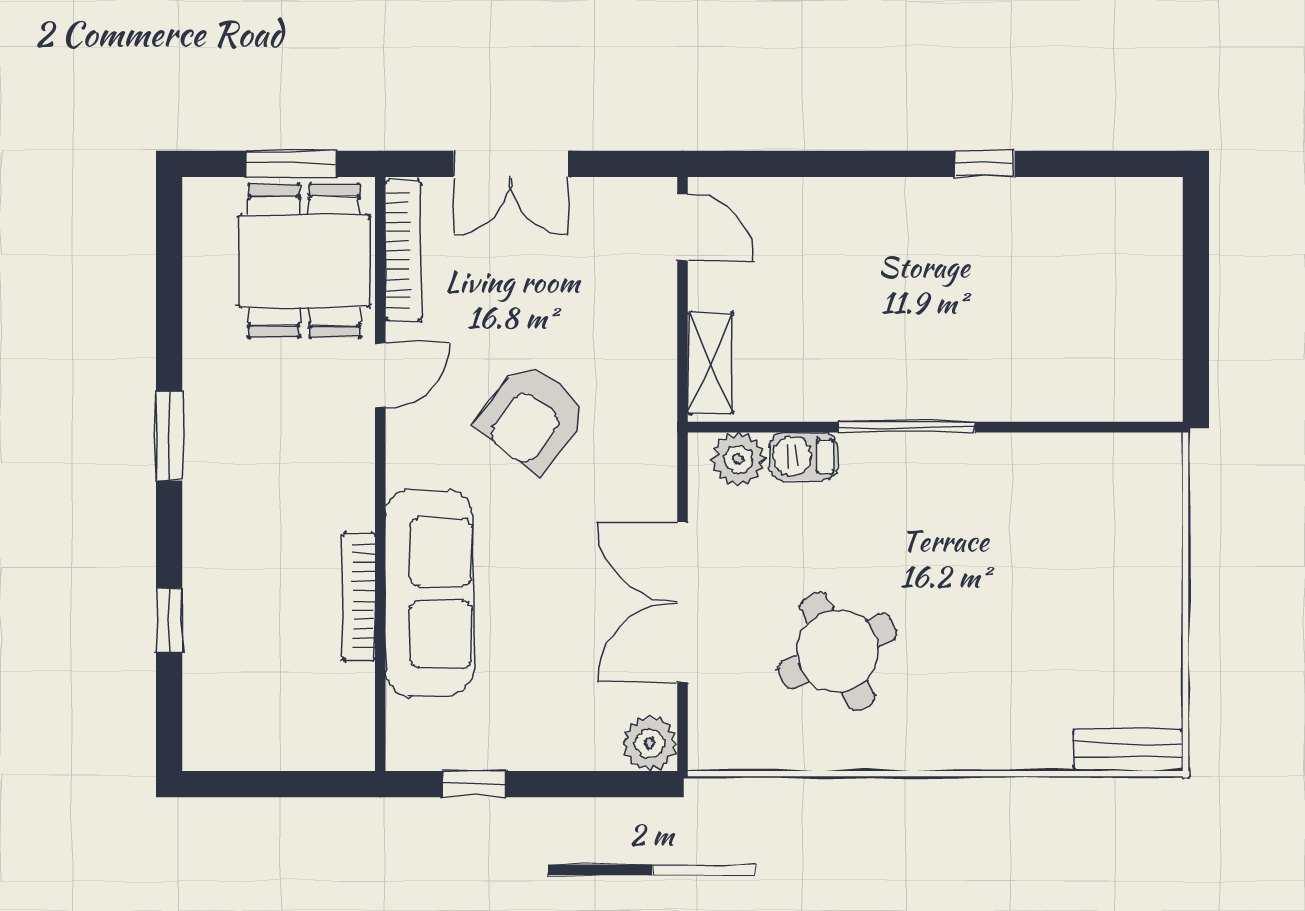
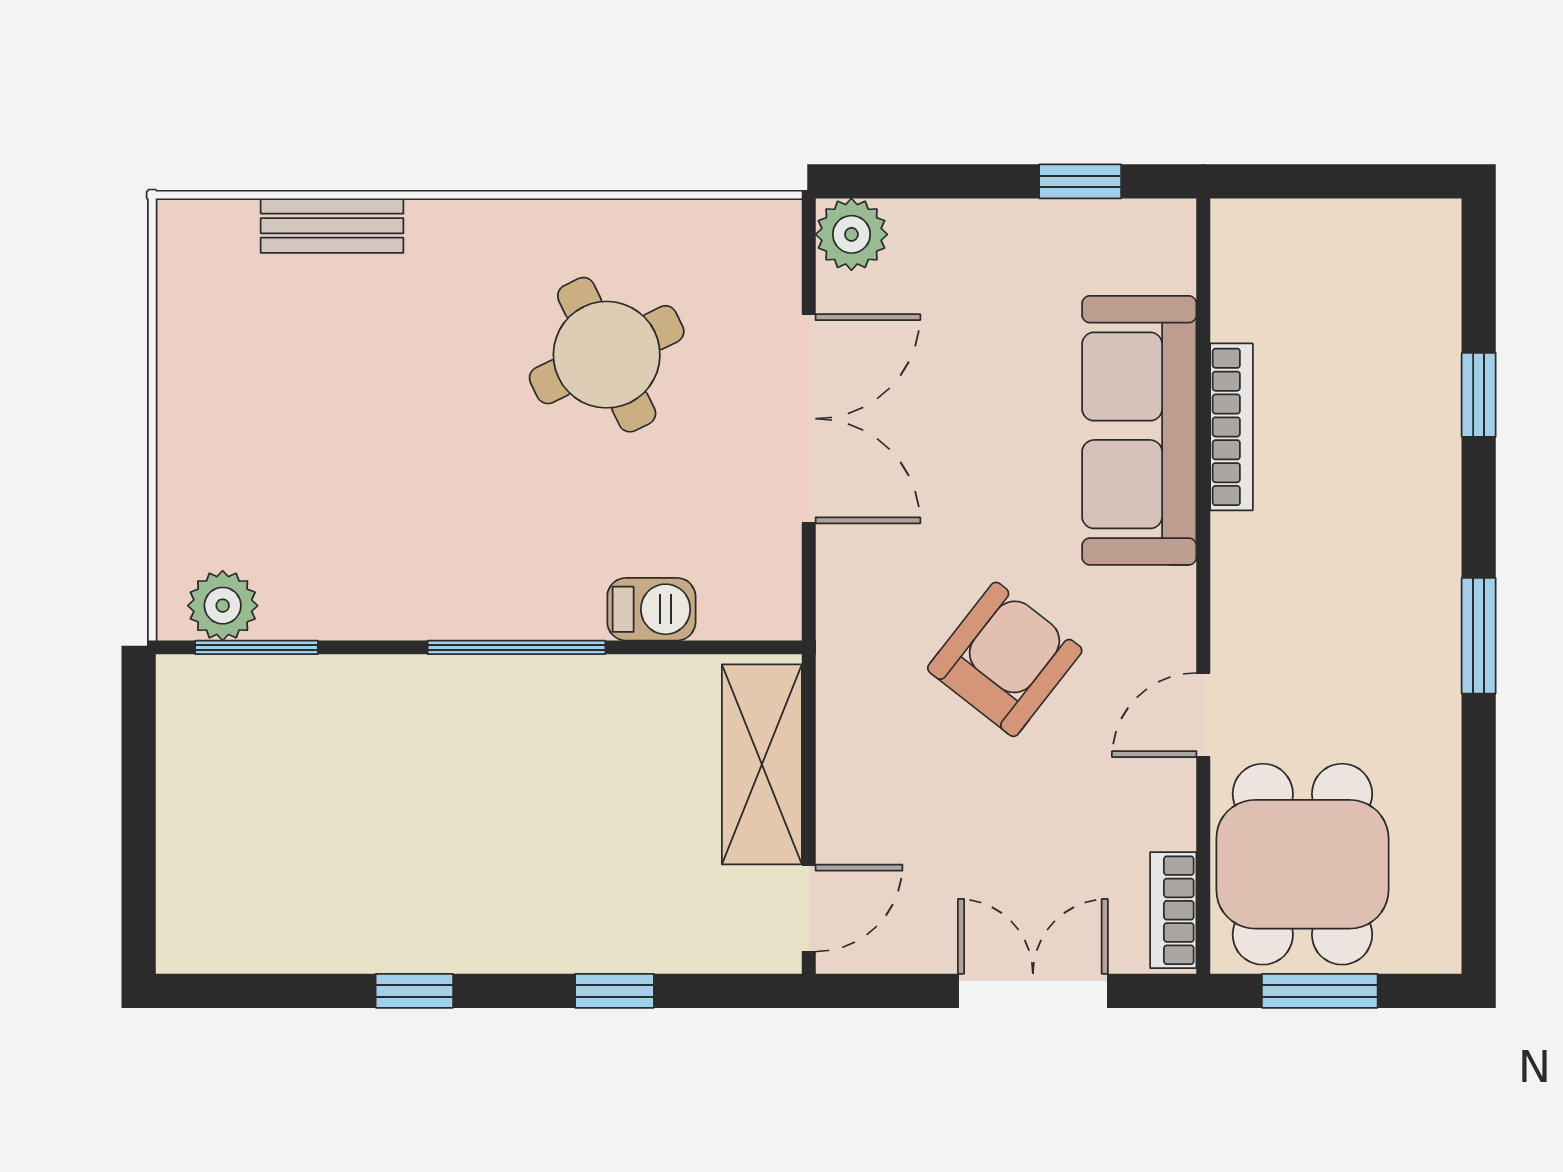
window: (831, 164) -> (614, 991), added
door: (683, 227) -> (809, 908), swing flipped
bookcase: (403, 251) -> (1173, 910), width x0.64
shelving: (711, 363) -> (762, 764), width x1.50, depth x1.33
window: (1106, 427) -> (257, 647), added
plant: (738, 459) -> (223, 606), moved
bench: (1128, 750) -> (332, 226), moved

